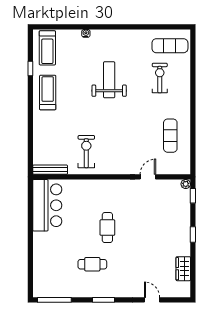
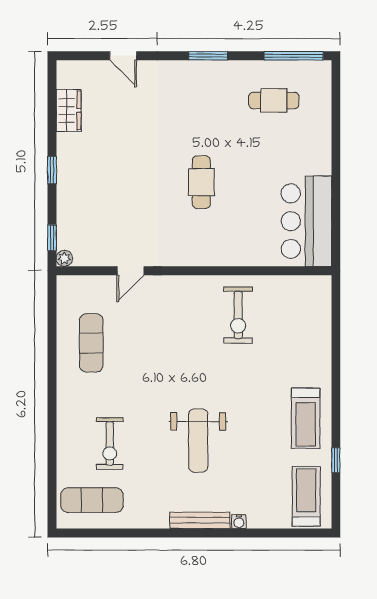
bench: (50, 170) -> (200, 520), moved
cafe table: (92, 264) -> (274, 100), moved

